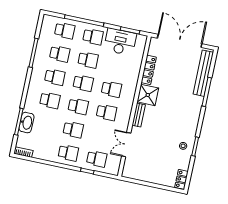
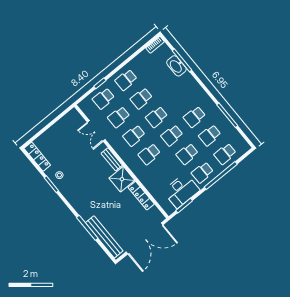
school desk: (50, 100) -> (119, 117), moved
double door: (126, 145) -> (96, 131), swing flipped
locker: (181, 179) -> (37, 157), width x1.53

